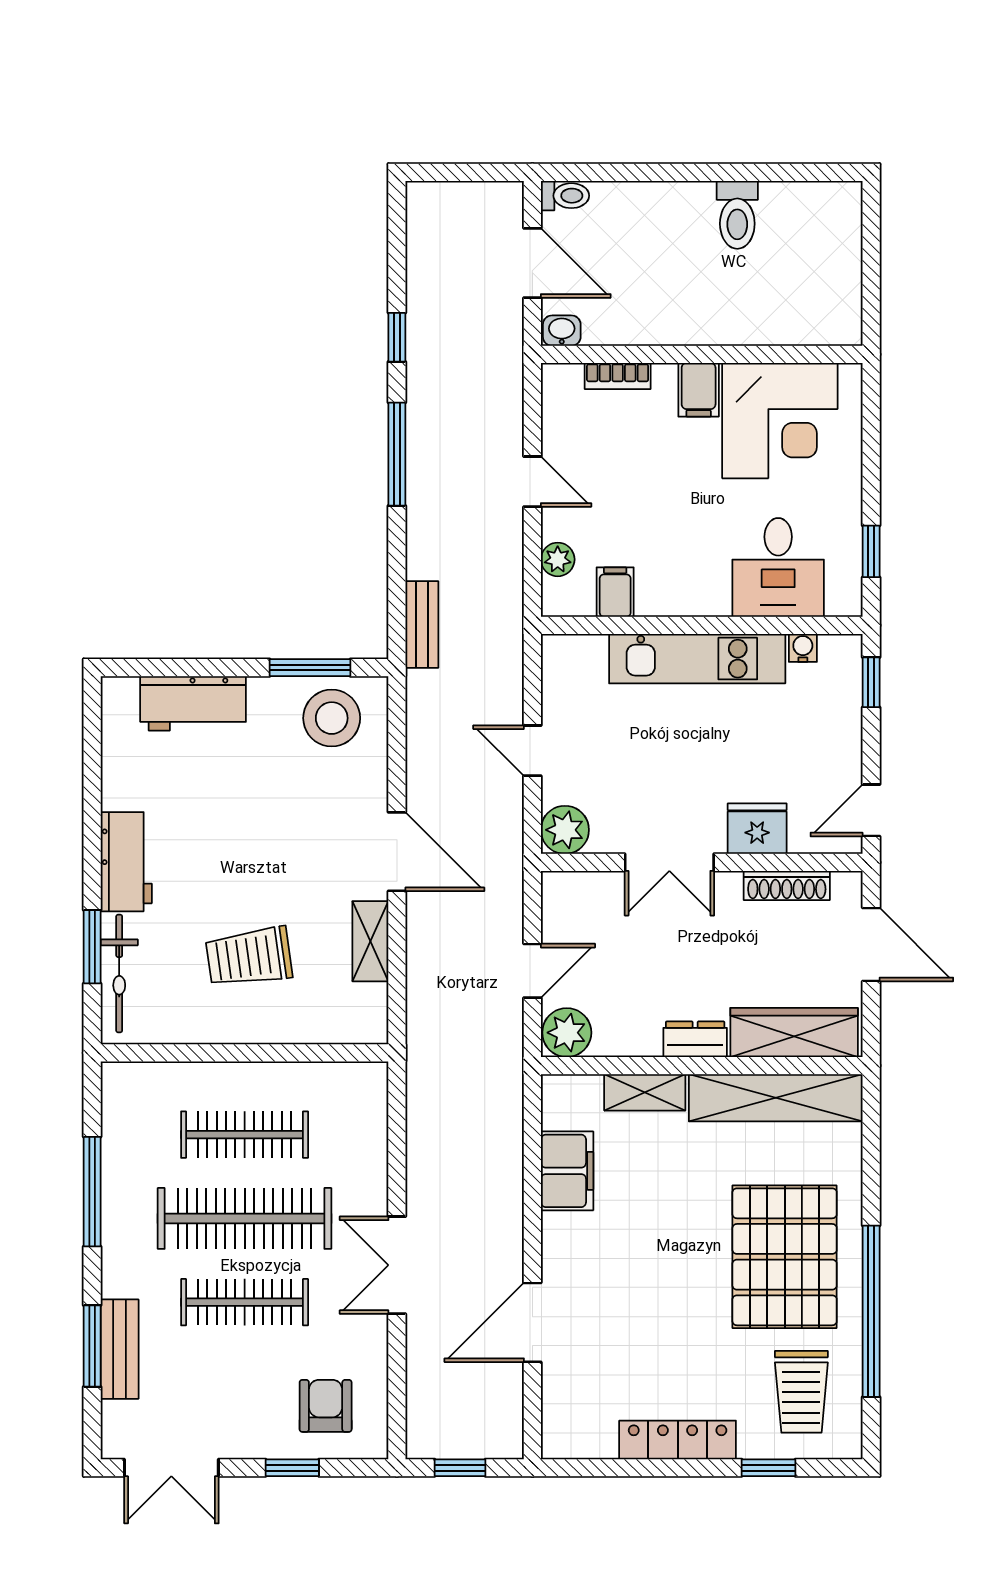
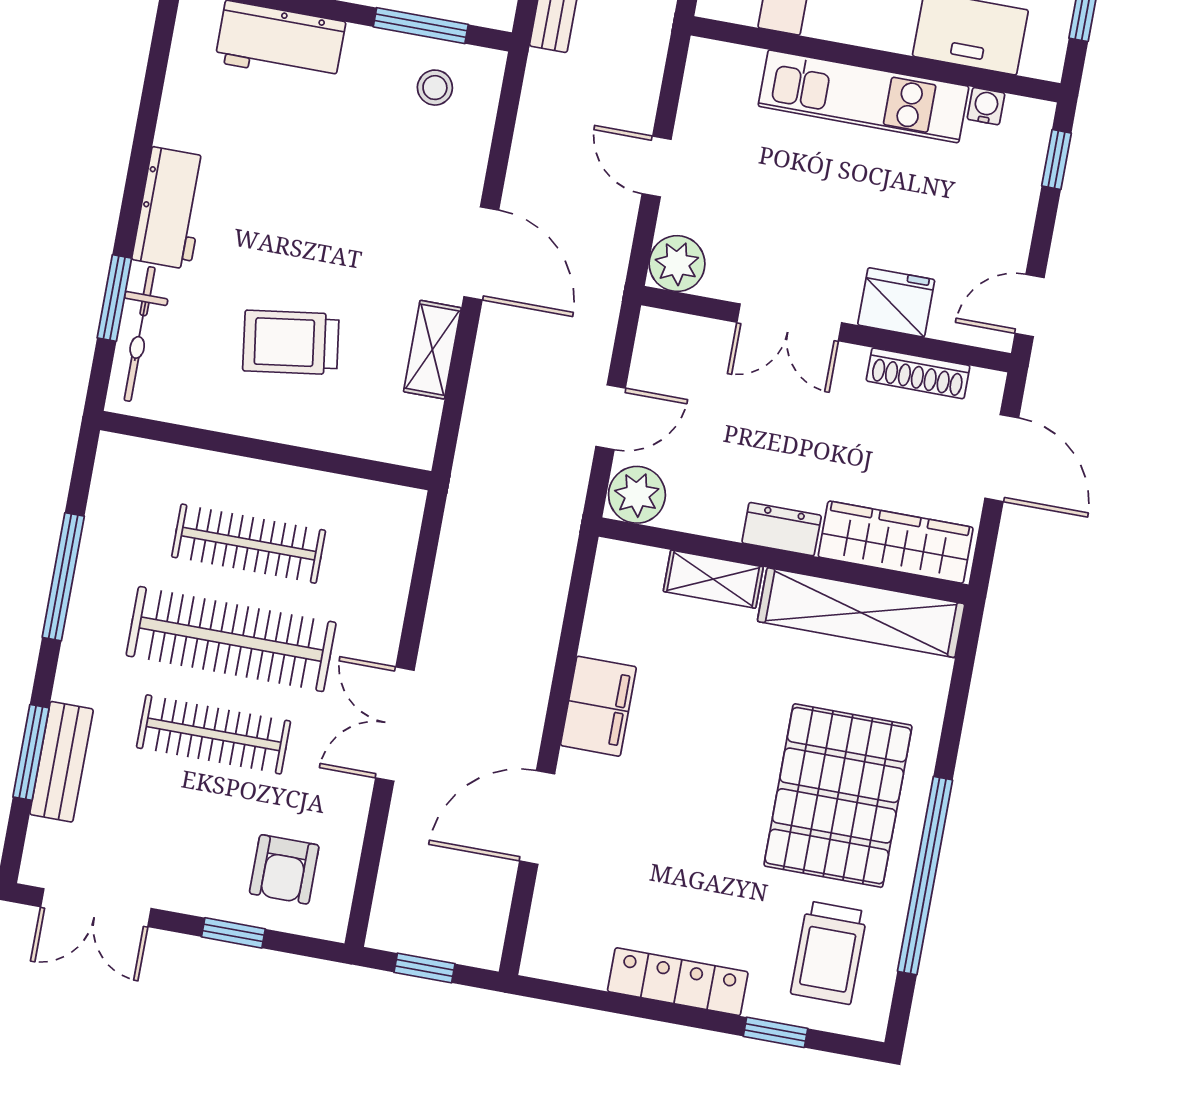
stool: (332, 718) -> (435, 88), width x0.53, depth x0.53
filing cabinet: (567, 1171) -> (598, 706), moved
armchair: (326, 1406) -> (284, 869), turned 180

